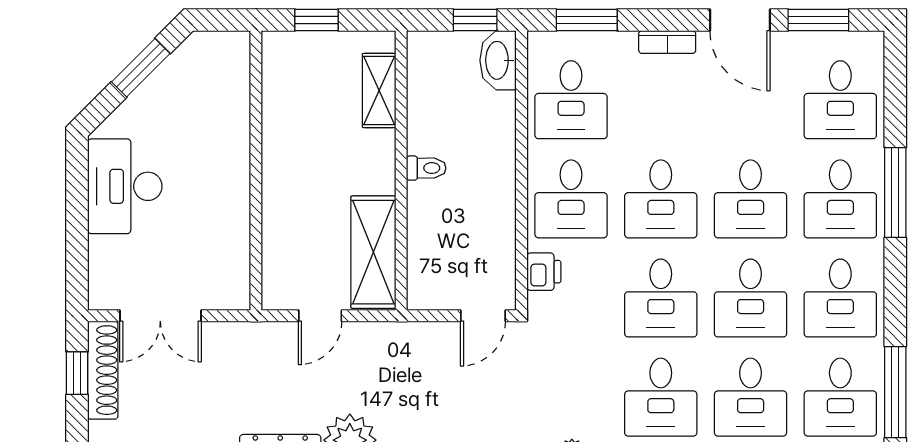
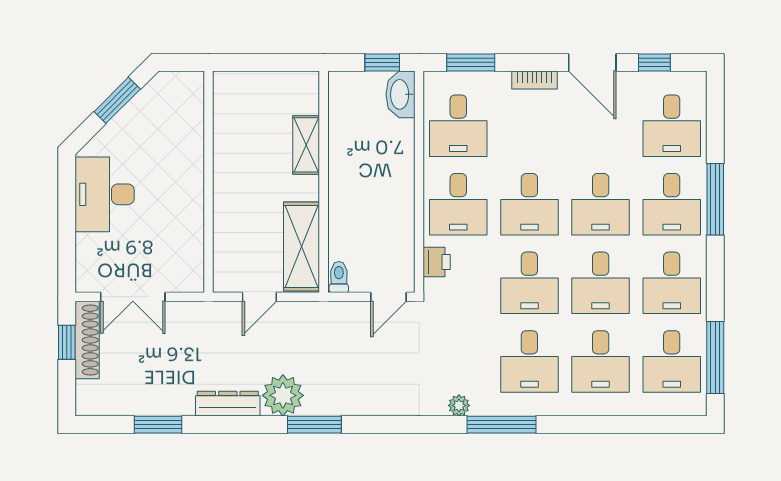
window: (317, 20) -> (257, 62), removed
window: (818, 20) -> (654, 62), width x0.67
shelving: (379, 90) -> (306, 145), moved
toilet: (426, 168) -> (339, 277), moved, turned -90

